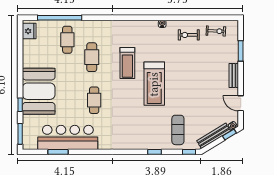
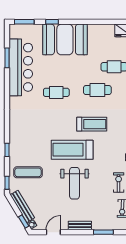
treadmill: (127, 63) -> (92, 124), turned 180
weight bench: (189, 81) -> (75, 183), added

